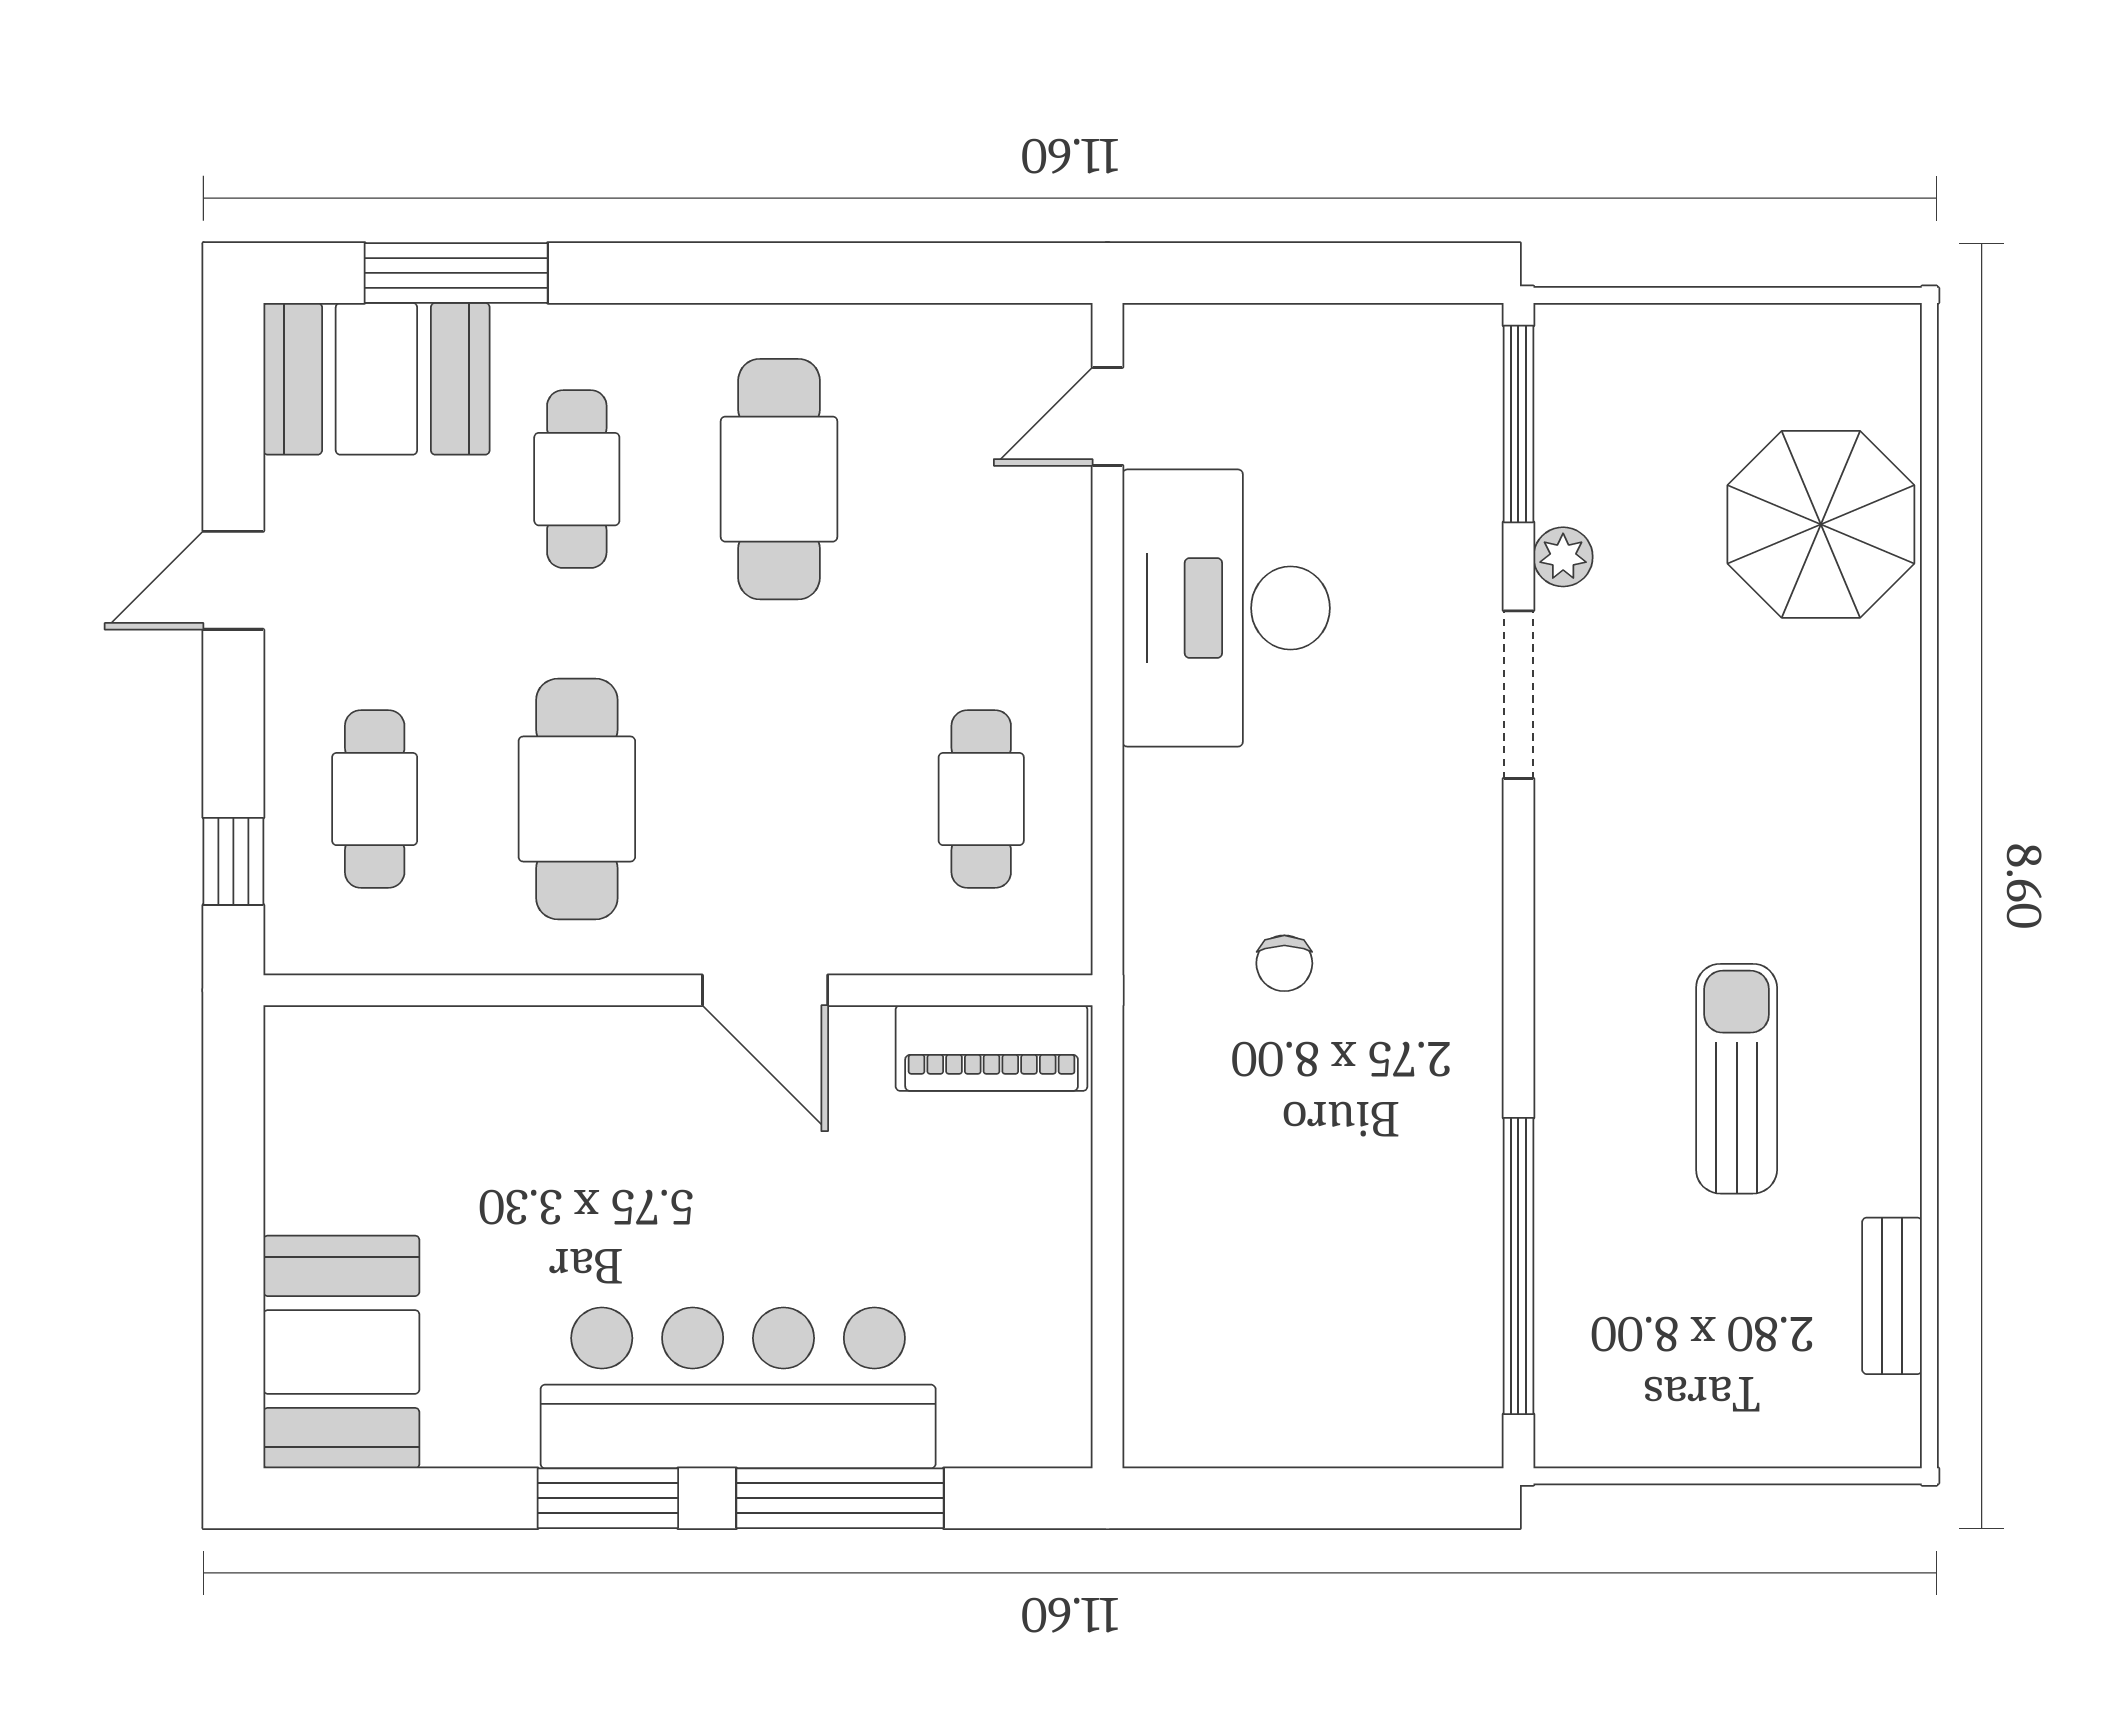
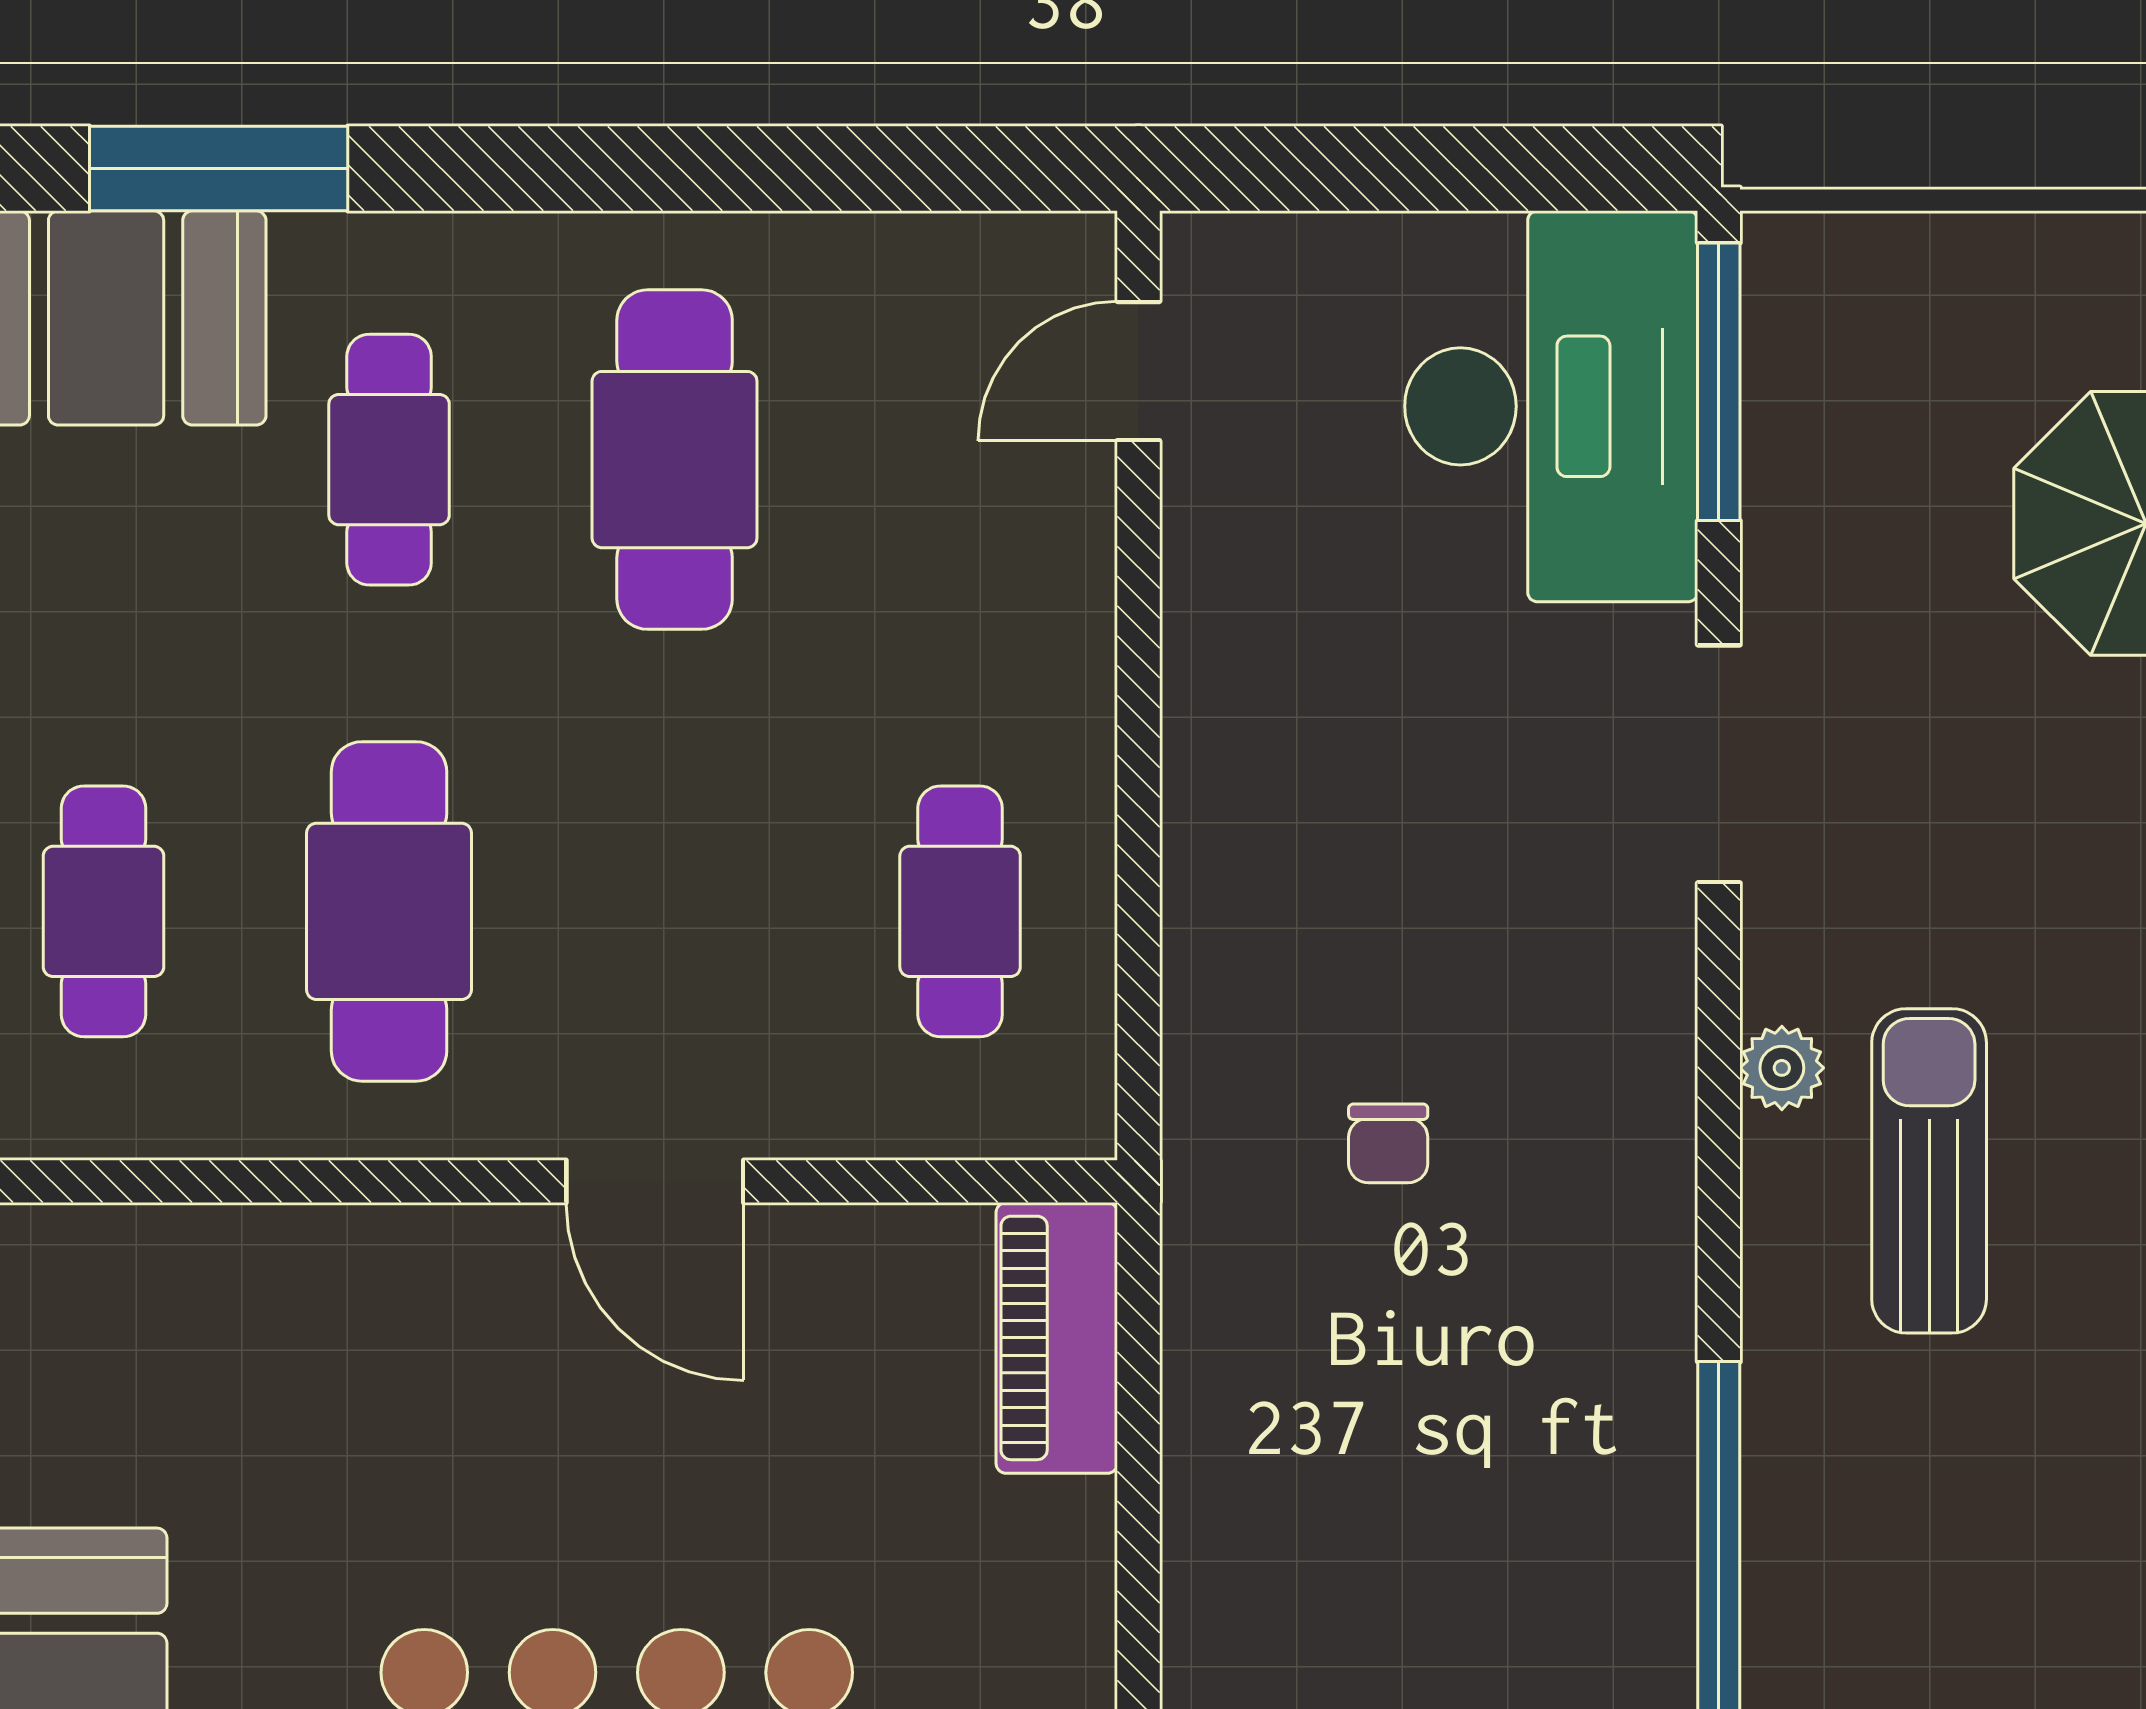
plant: (1563, 557) -> (1782, 1068), moved
desk: (1226, 608) -> (1551, 406), moved, turned 180
piano: (992, 1048) -> (1057, 1338), moved, turned 90
sun lounger: (1737, 1079) -> (1929, 1171), moved

